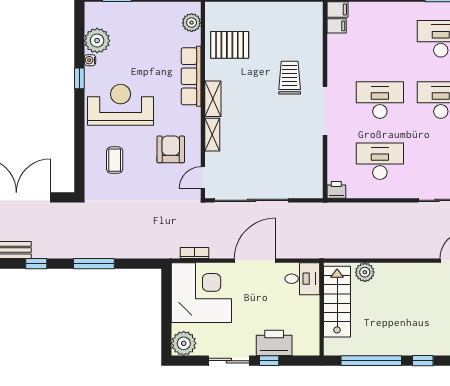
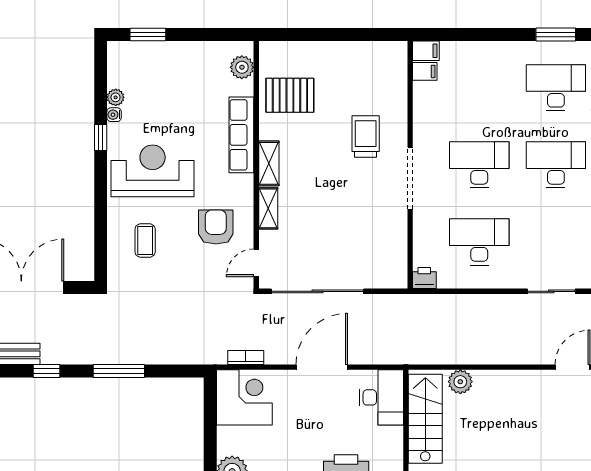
plant: (97, 41) -> (116, 97), width x0.53, depth x0.53
desk: (302, 279) -> (382, 397), width x1.37
corner desk: (201, 293) -> (244, 397), width x0.74, depth x0.74

